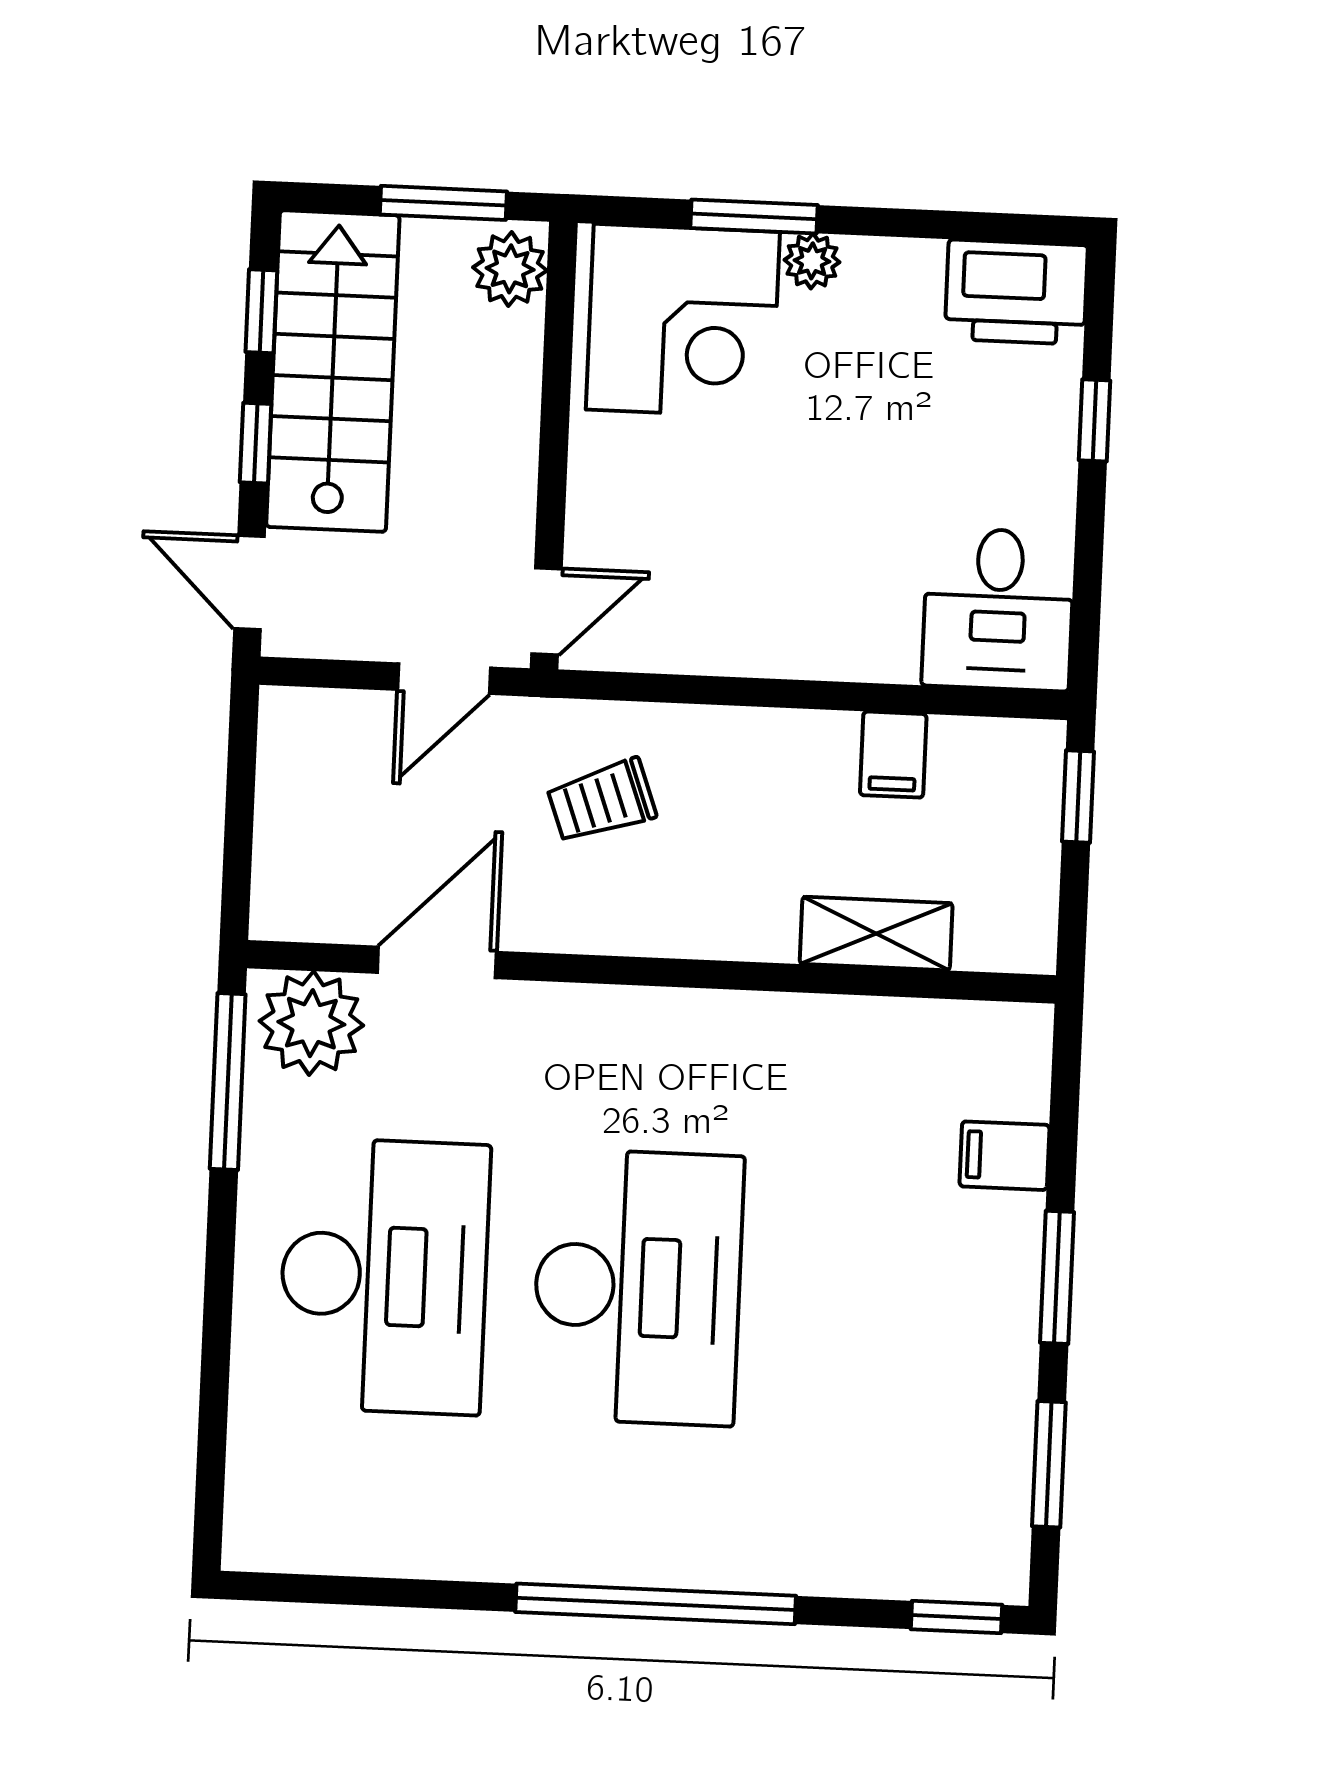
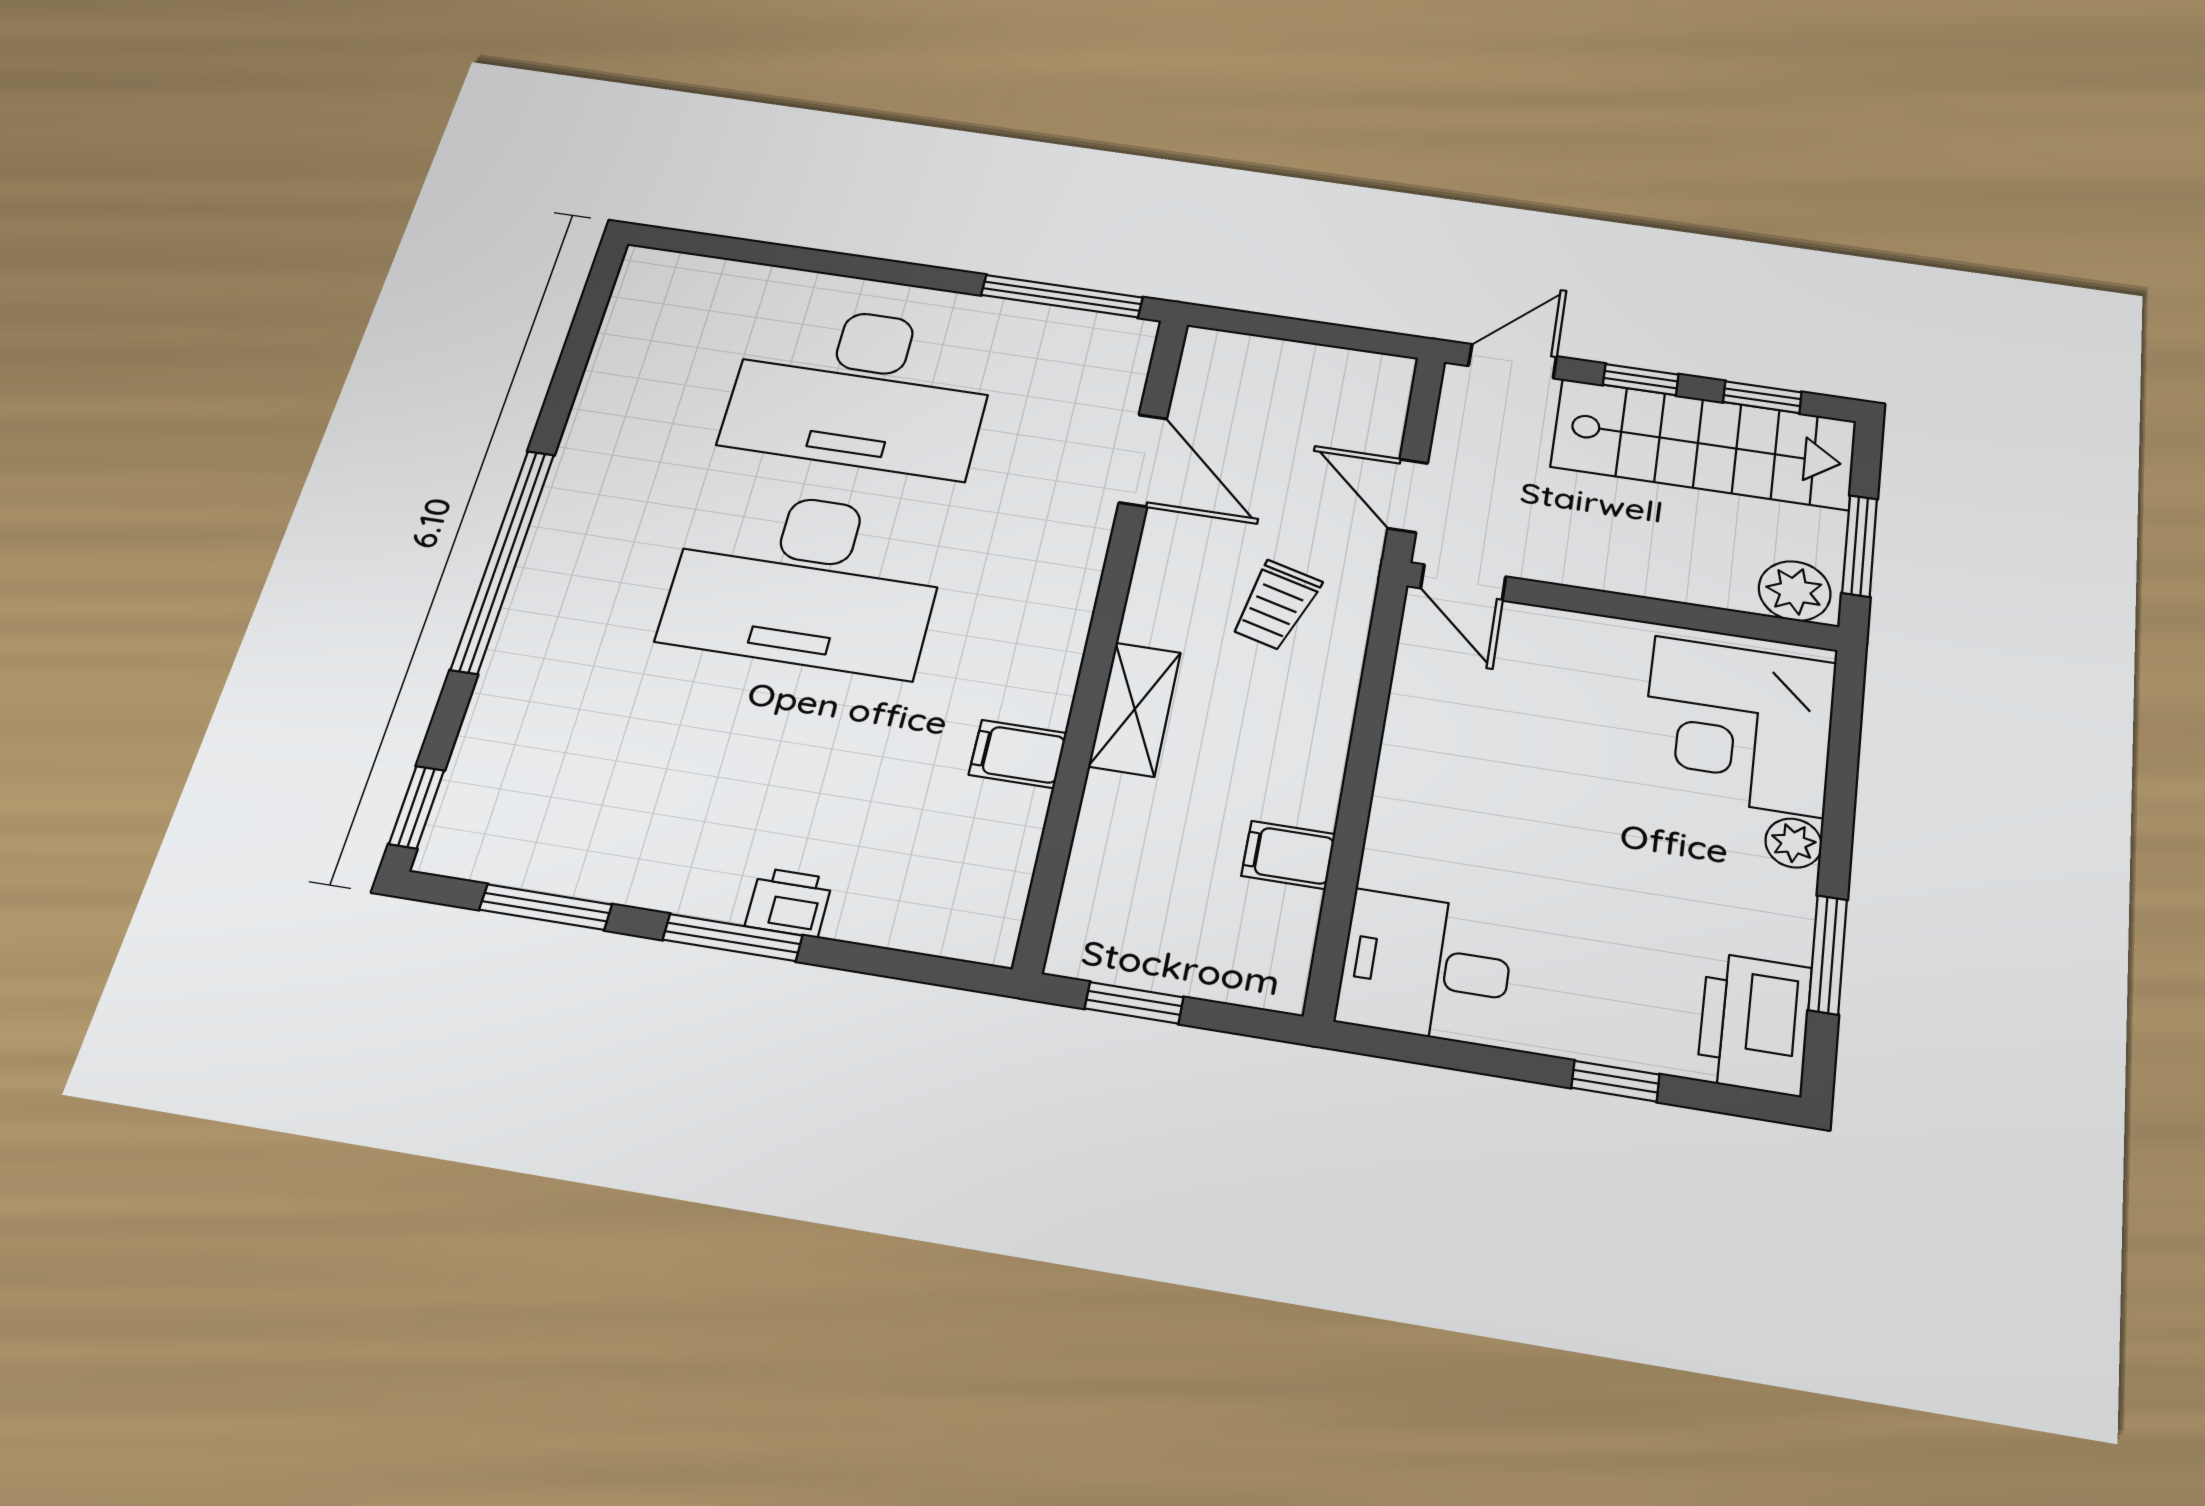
window: (754, 216) -> (1828, 955), moved
window: (1078, 797) -> (1134, 1003), moved
trolley: (602, 801) -> (1276, 605), turned -144
shelving: (876, 934) -> (1135, 709), moved
plant: (311, 1023) -> (1103, 362), removed
filing cabinet: (1004, 1156) -> (1018, 754), moved, turned -90
printer: (1012, 1231) -> (789, 902), added

